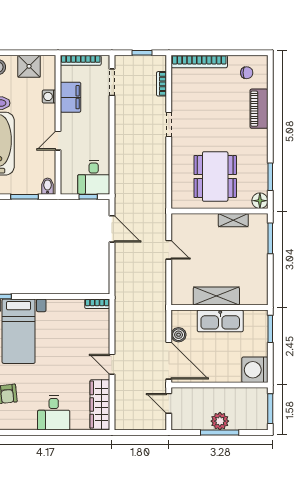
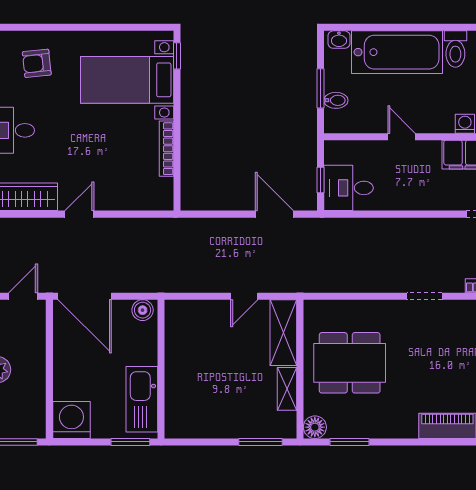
bidet: (48, 186) -> (336, 100), moved
door: (112, 229) -> (274, 214), swing flipped
shelving: (216, 296) -> (283, 333), moved
bookcase: (97, 304) -> (166, 149), moved, width x1.56
kitchen sink: (220, 321) -> (142, 399), moved
boiler: (179, 335) -> (143, 310), moved
door: (169, 361) -> (85, 296), hinge flipped

